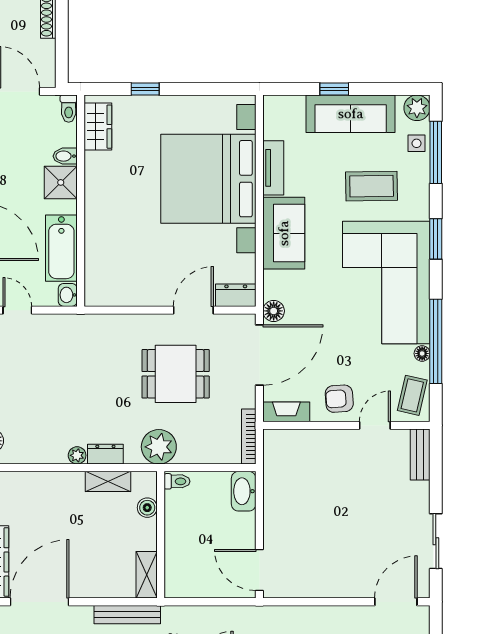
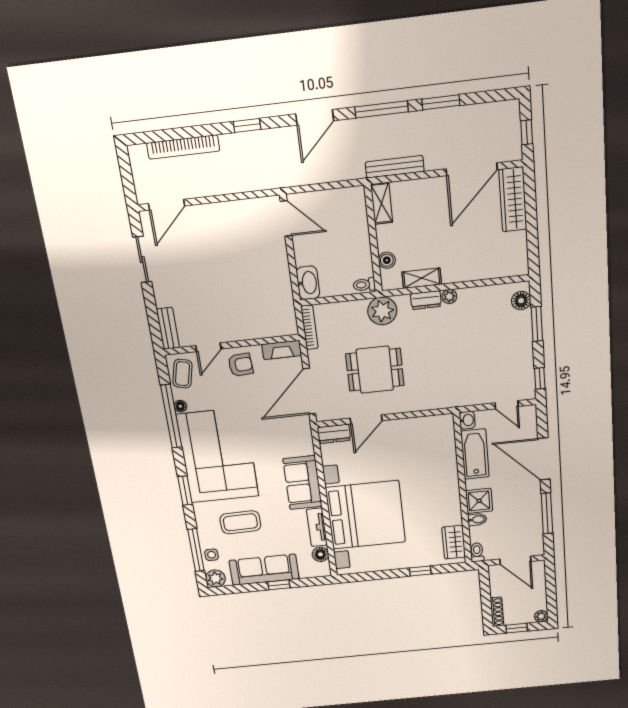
floor lamp: (274, 311) -> (320, 554), moved

